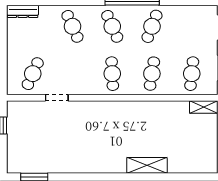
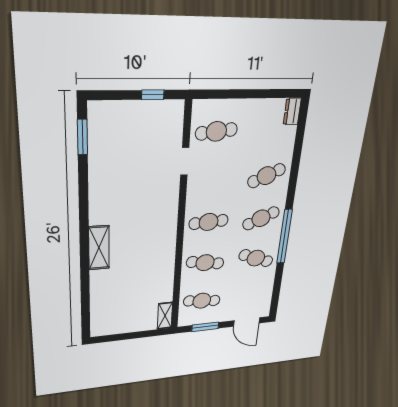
dresser: (23, 11) -> (292, 111), width x0.70
cafe table: (33, 74) -> (216, 131), turned -30
shelving: (147, 165) -> (99, 248), moved

